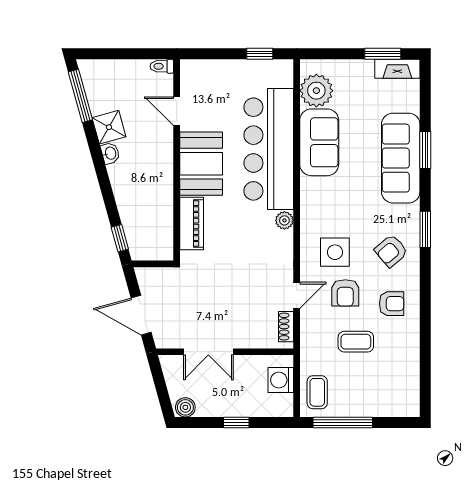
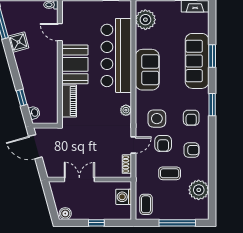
sofa: (319, 142) -> (147, 70), moved
washbasin: (110, 153) -> (34, 113), moved
plant: (284, 220) -> (126, 110), moved
window: (120, 238) -> (22, 98), moved
armchair: (391, 251) -> (191, 118), turned -50
door: (141, 315) -> (35, 147), moved
double door: (208, 352) -> (79, 179), swing flipped
plant: (403, 369) -> (199, 190), added
window: (343, 422) -> (177, 223), moved

